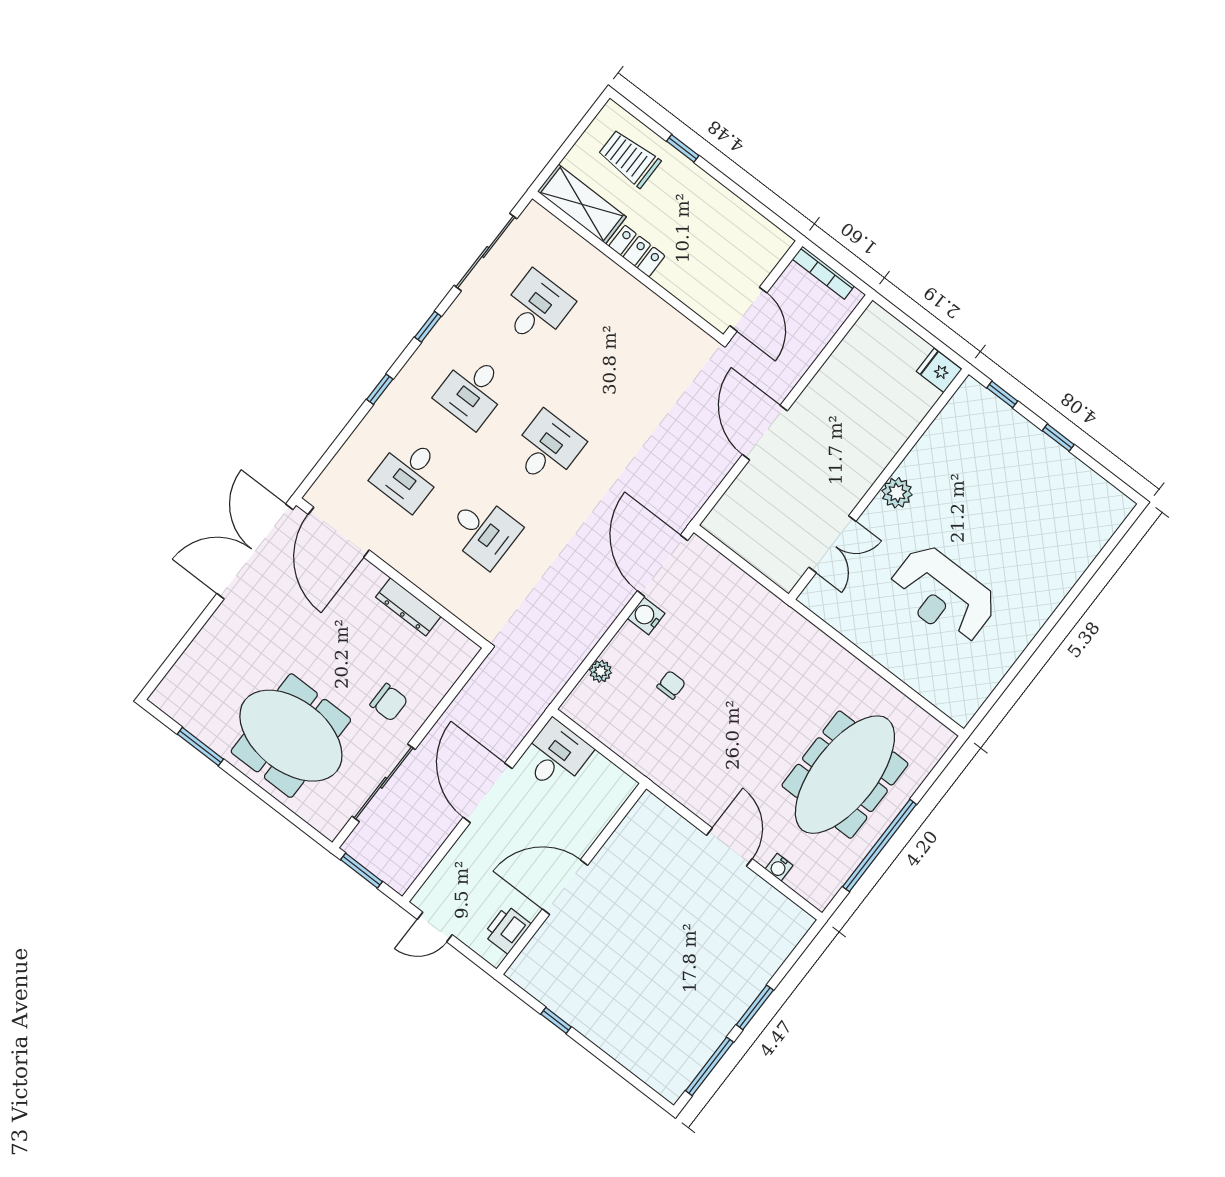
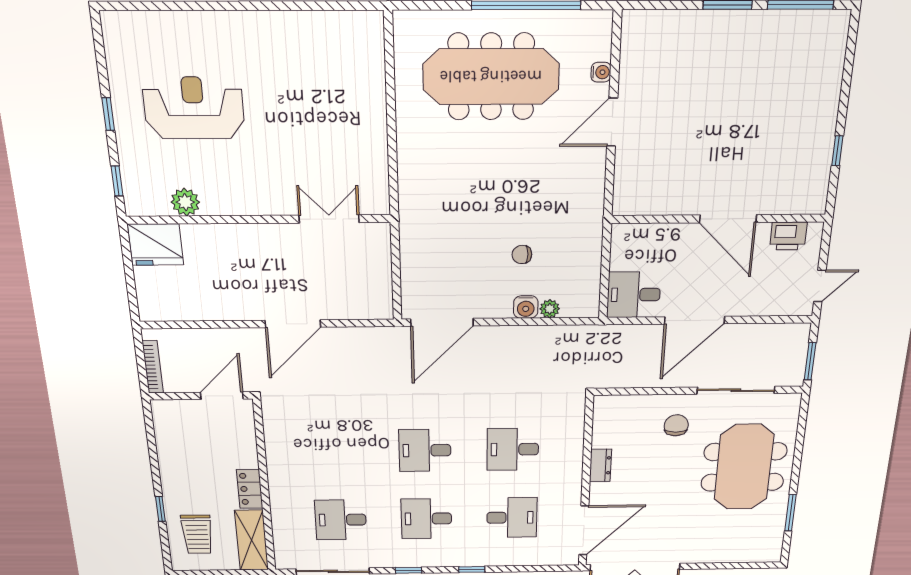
fridge: (939, 370) -> (156, 245), width x1.88, depth x1.34
desk: (472, 391) -> (426, 519), turned 180
plant: (897, 493) -> (185, 202), moved
desk: (483, 531) -> (513, 449), turned -90
reception desk: (943, 595) -> (194, 108), moved, turned -90
dresser: (408, 607) -> (600, 465), width x0.70
water cooler: (646, 616) -> (526, 307), moved
door: (435, 927) -> (820, 286), hinge flipped

